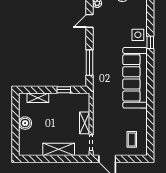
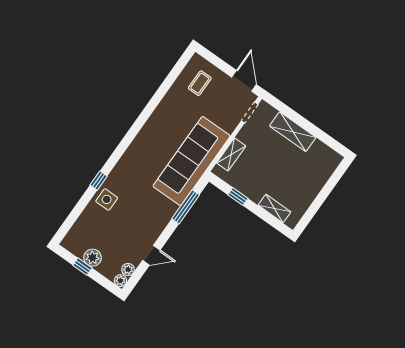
sofa: (135, 78) -> (192, 161), moved, turned 180
boiler: (25, 123) -> (310, 190), removed
shelving: (85, 123) -> (231, 154), moved

